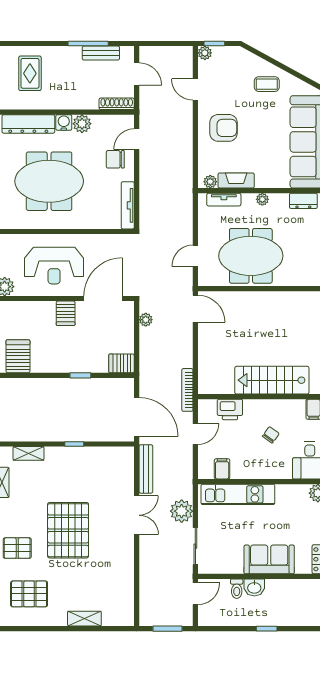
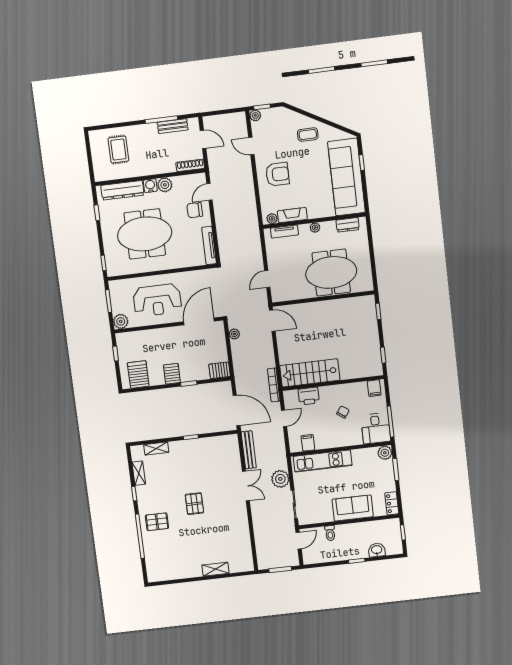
meeting table: (251, 256) -> (331, 272), moved
server rack: (66, 313) -> (172, 374), moved, turned 180
stairs: (272, 380) -> (310, 373), moved
pallet: (68, 530) -> (194, 504), width x0.49, depth x0.50
washbasin: (254, 587) -> (377, 550), moved, turned 180
pallet: (29, 594) -> (171, 555), removed

